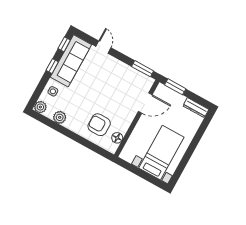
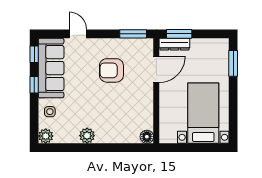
dresser: (196, 108) -> (174, 44), moved
plant: (60, 117) -> (87, 136), moved
armchair: (99, 125) -> (111, 70), moved
window: (202, 129) -> (233, 63), added
floor lamp: (117, 138) -> (147, 137), moved

